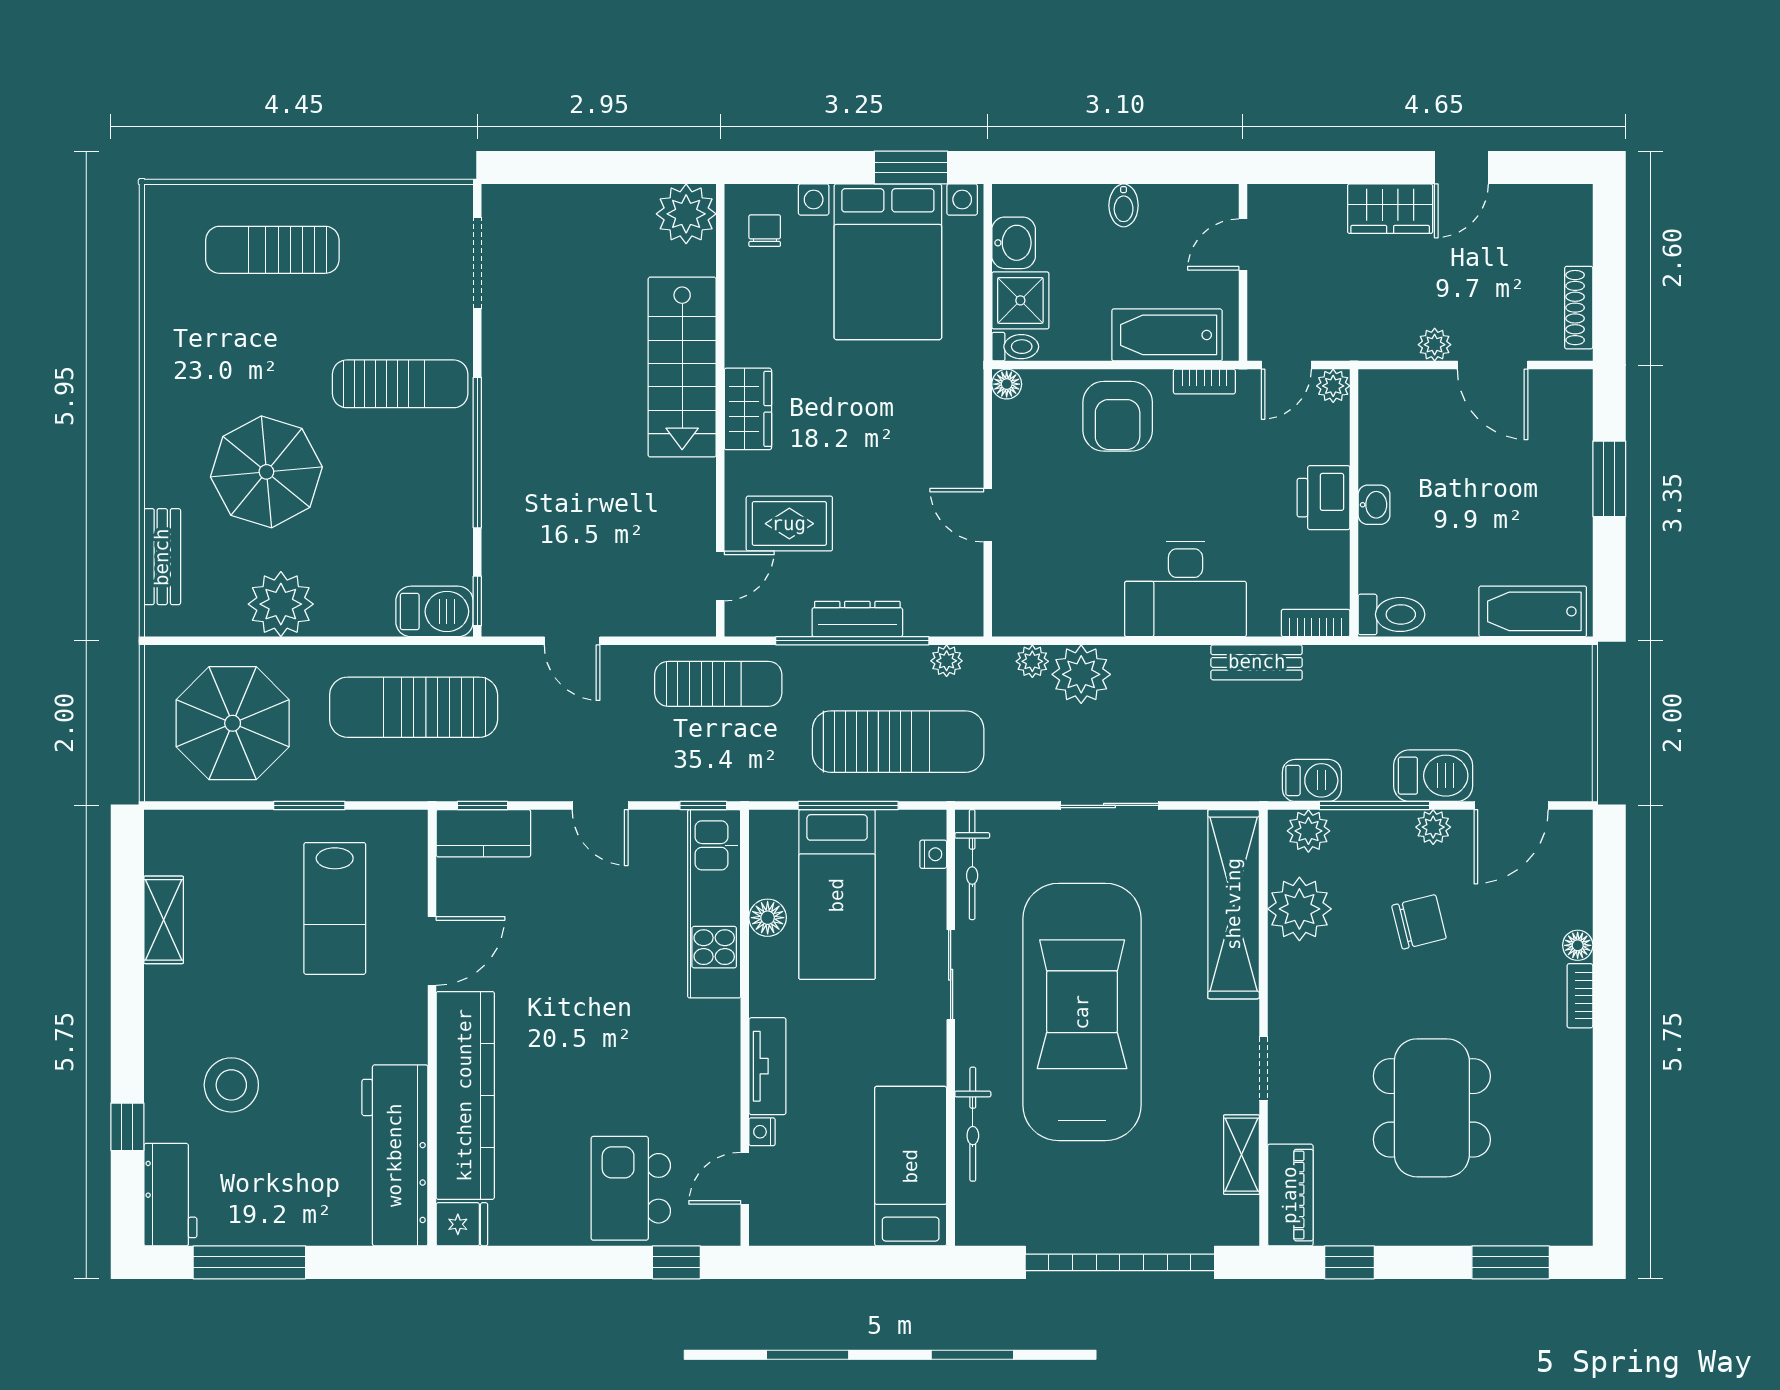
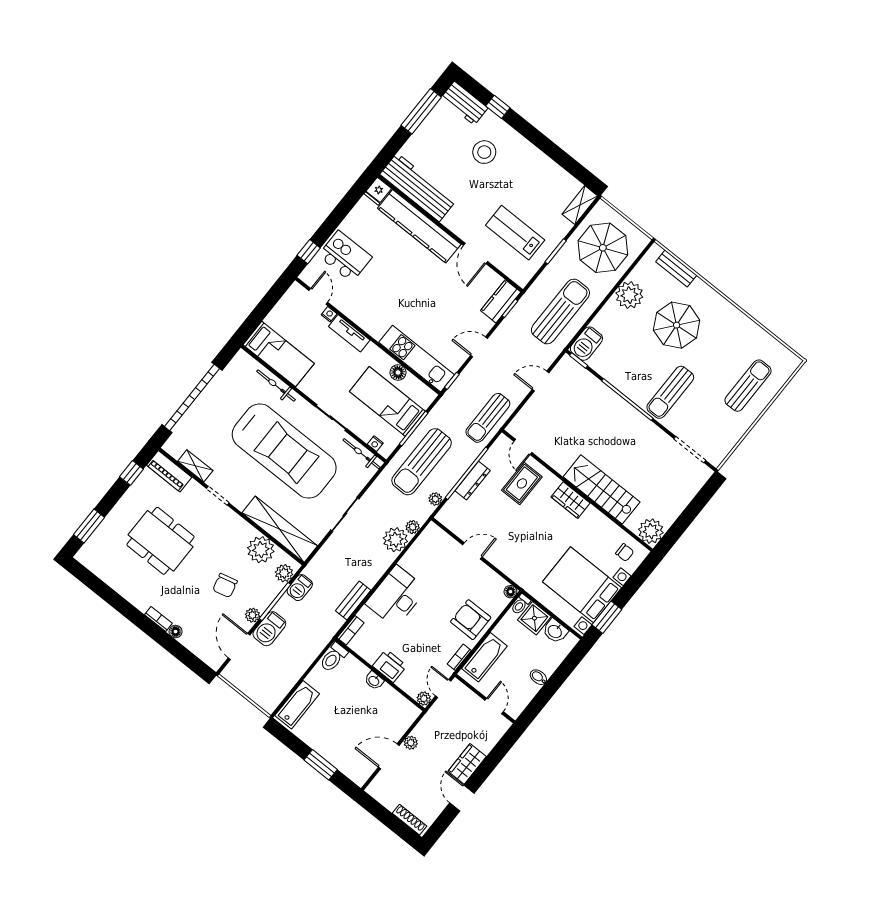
shoe rack: (1579, 308) -> (410, 820), moved
shelving: (164, 920) -> (580, 205), moved, turned 90

